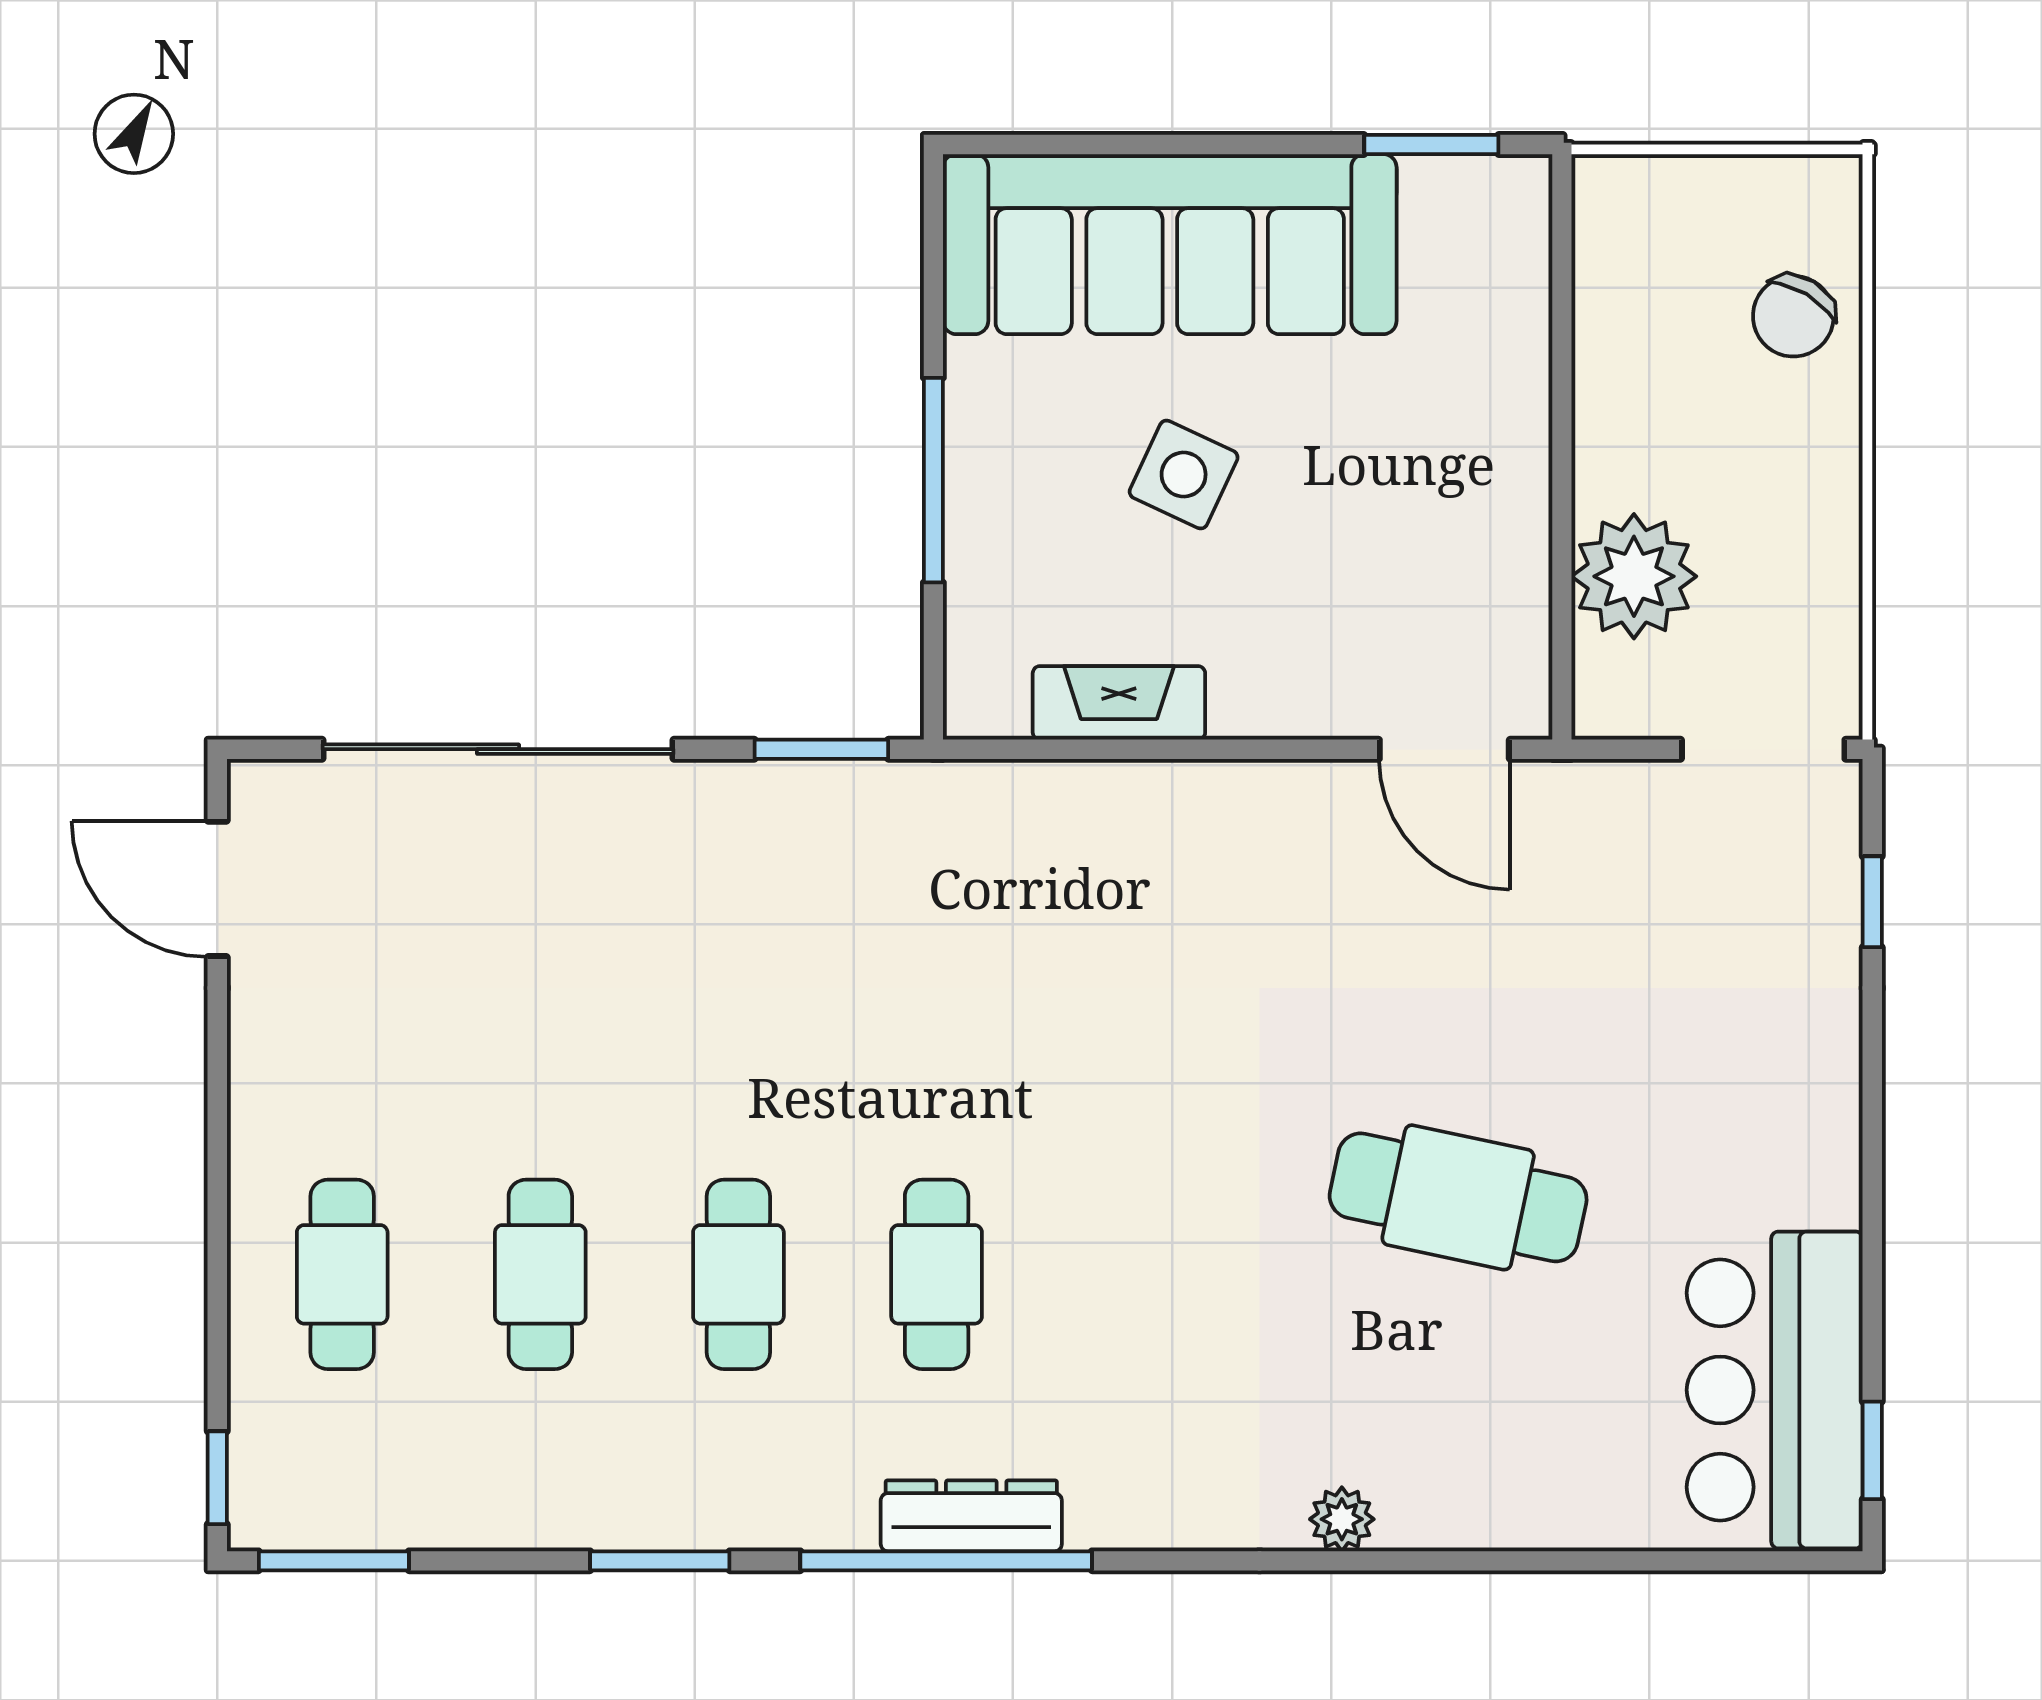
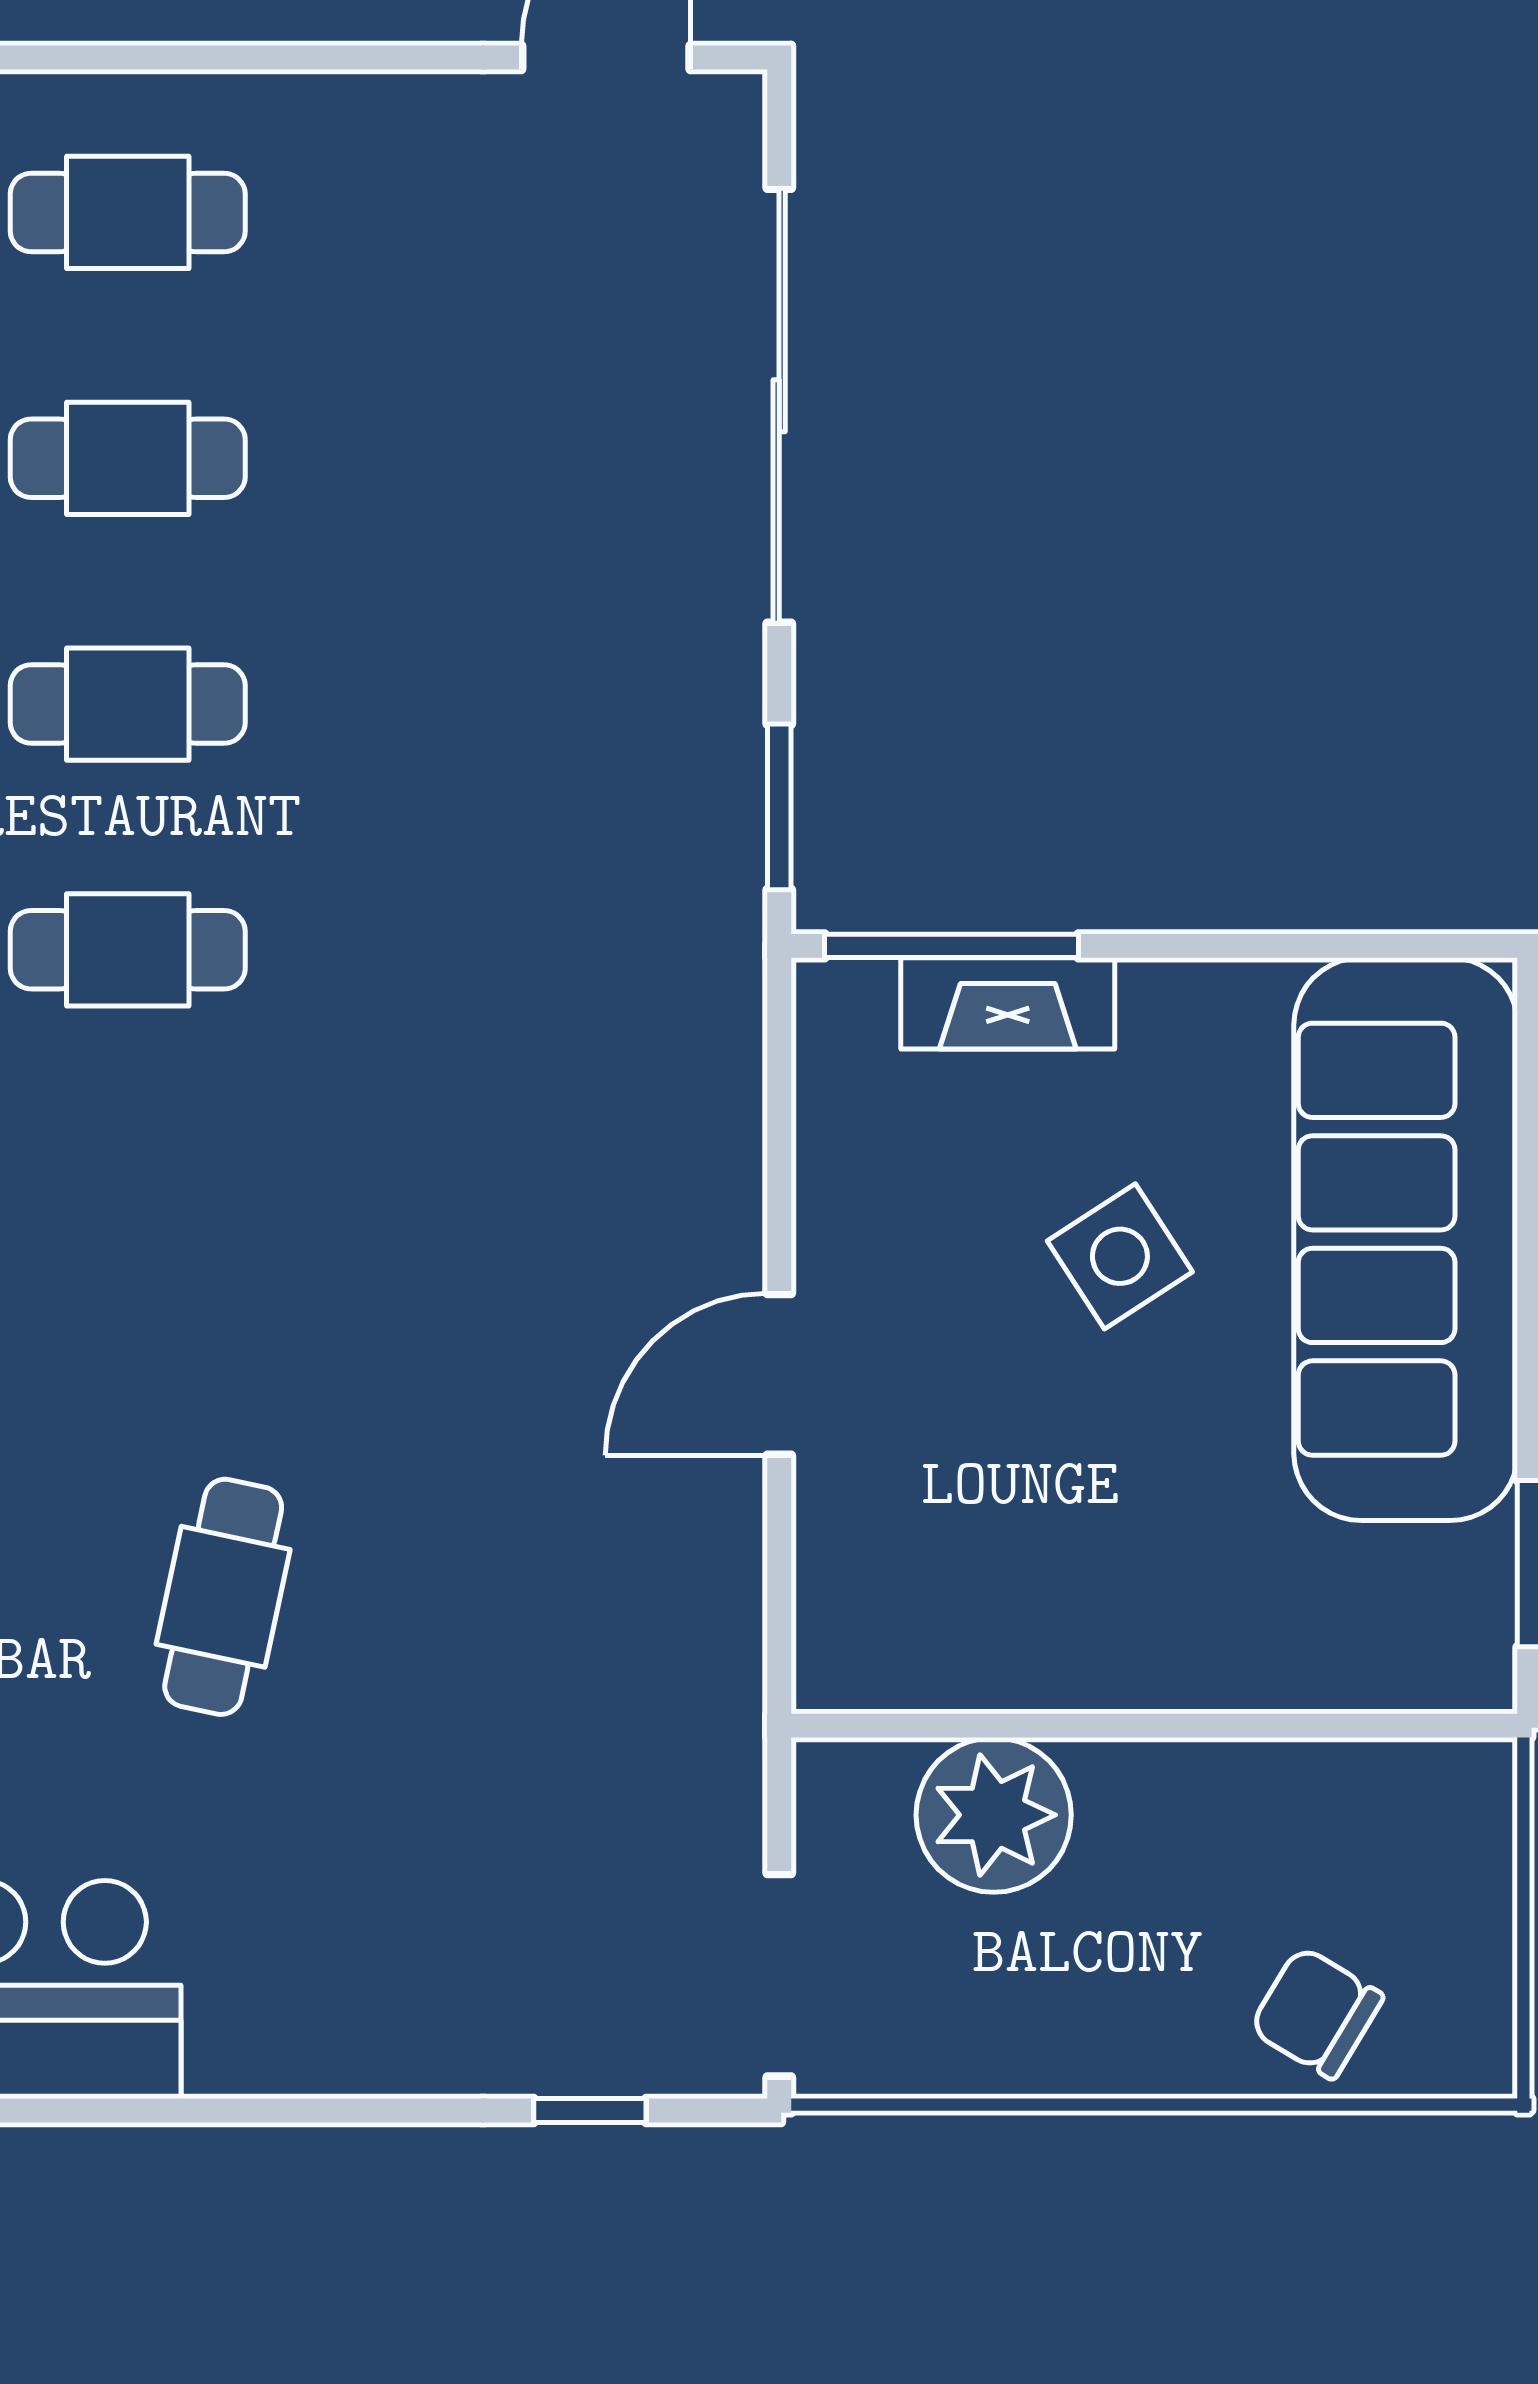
side table: (1184, 475) -> (1120, 1256), turned 32
window: (933, 480) -> (951, 946), moved
fireplace: (1119, 703) -> (1008, 1003), moved, turned 90
door: (1444, 749) -> (779, 1374), moved
cafe table: (1458, 1197) -> (223, 1597), width x0.73, depth x0.74

